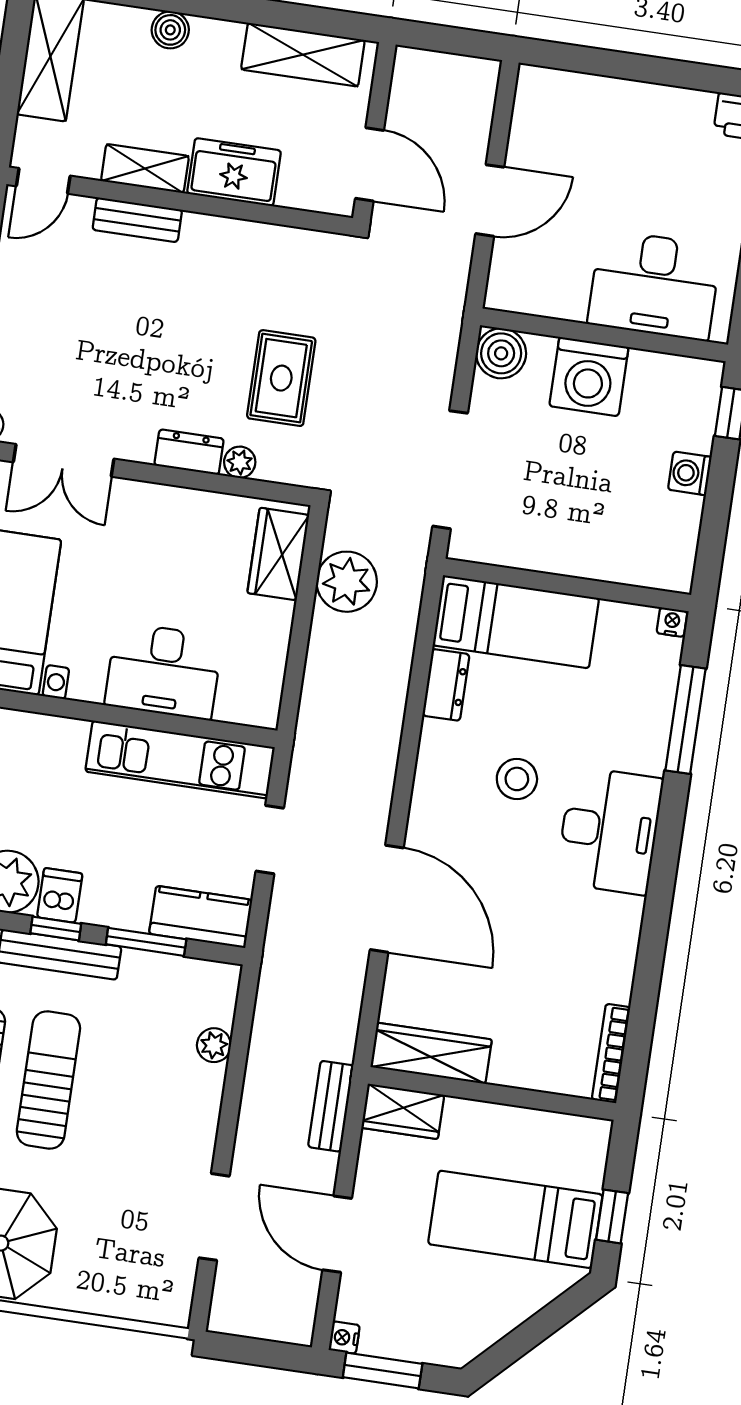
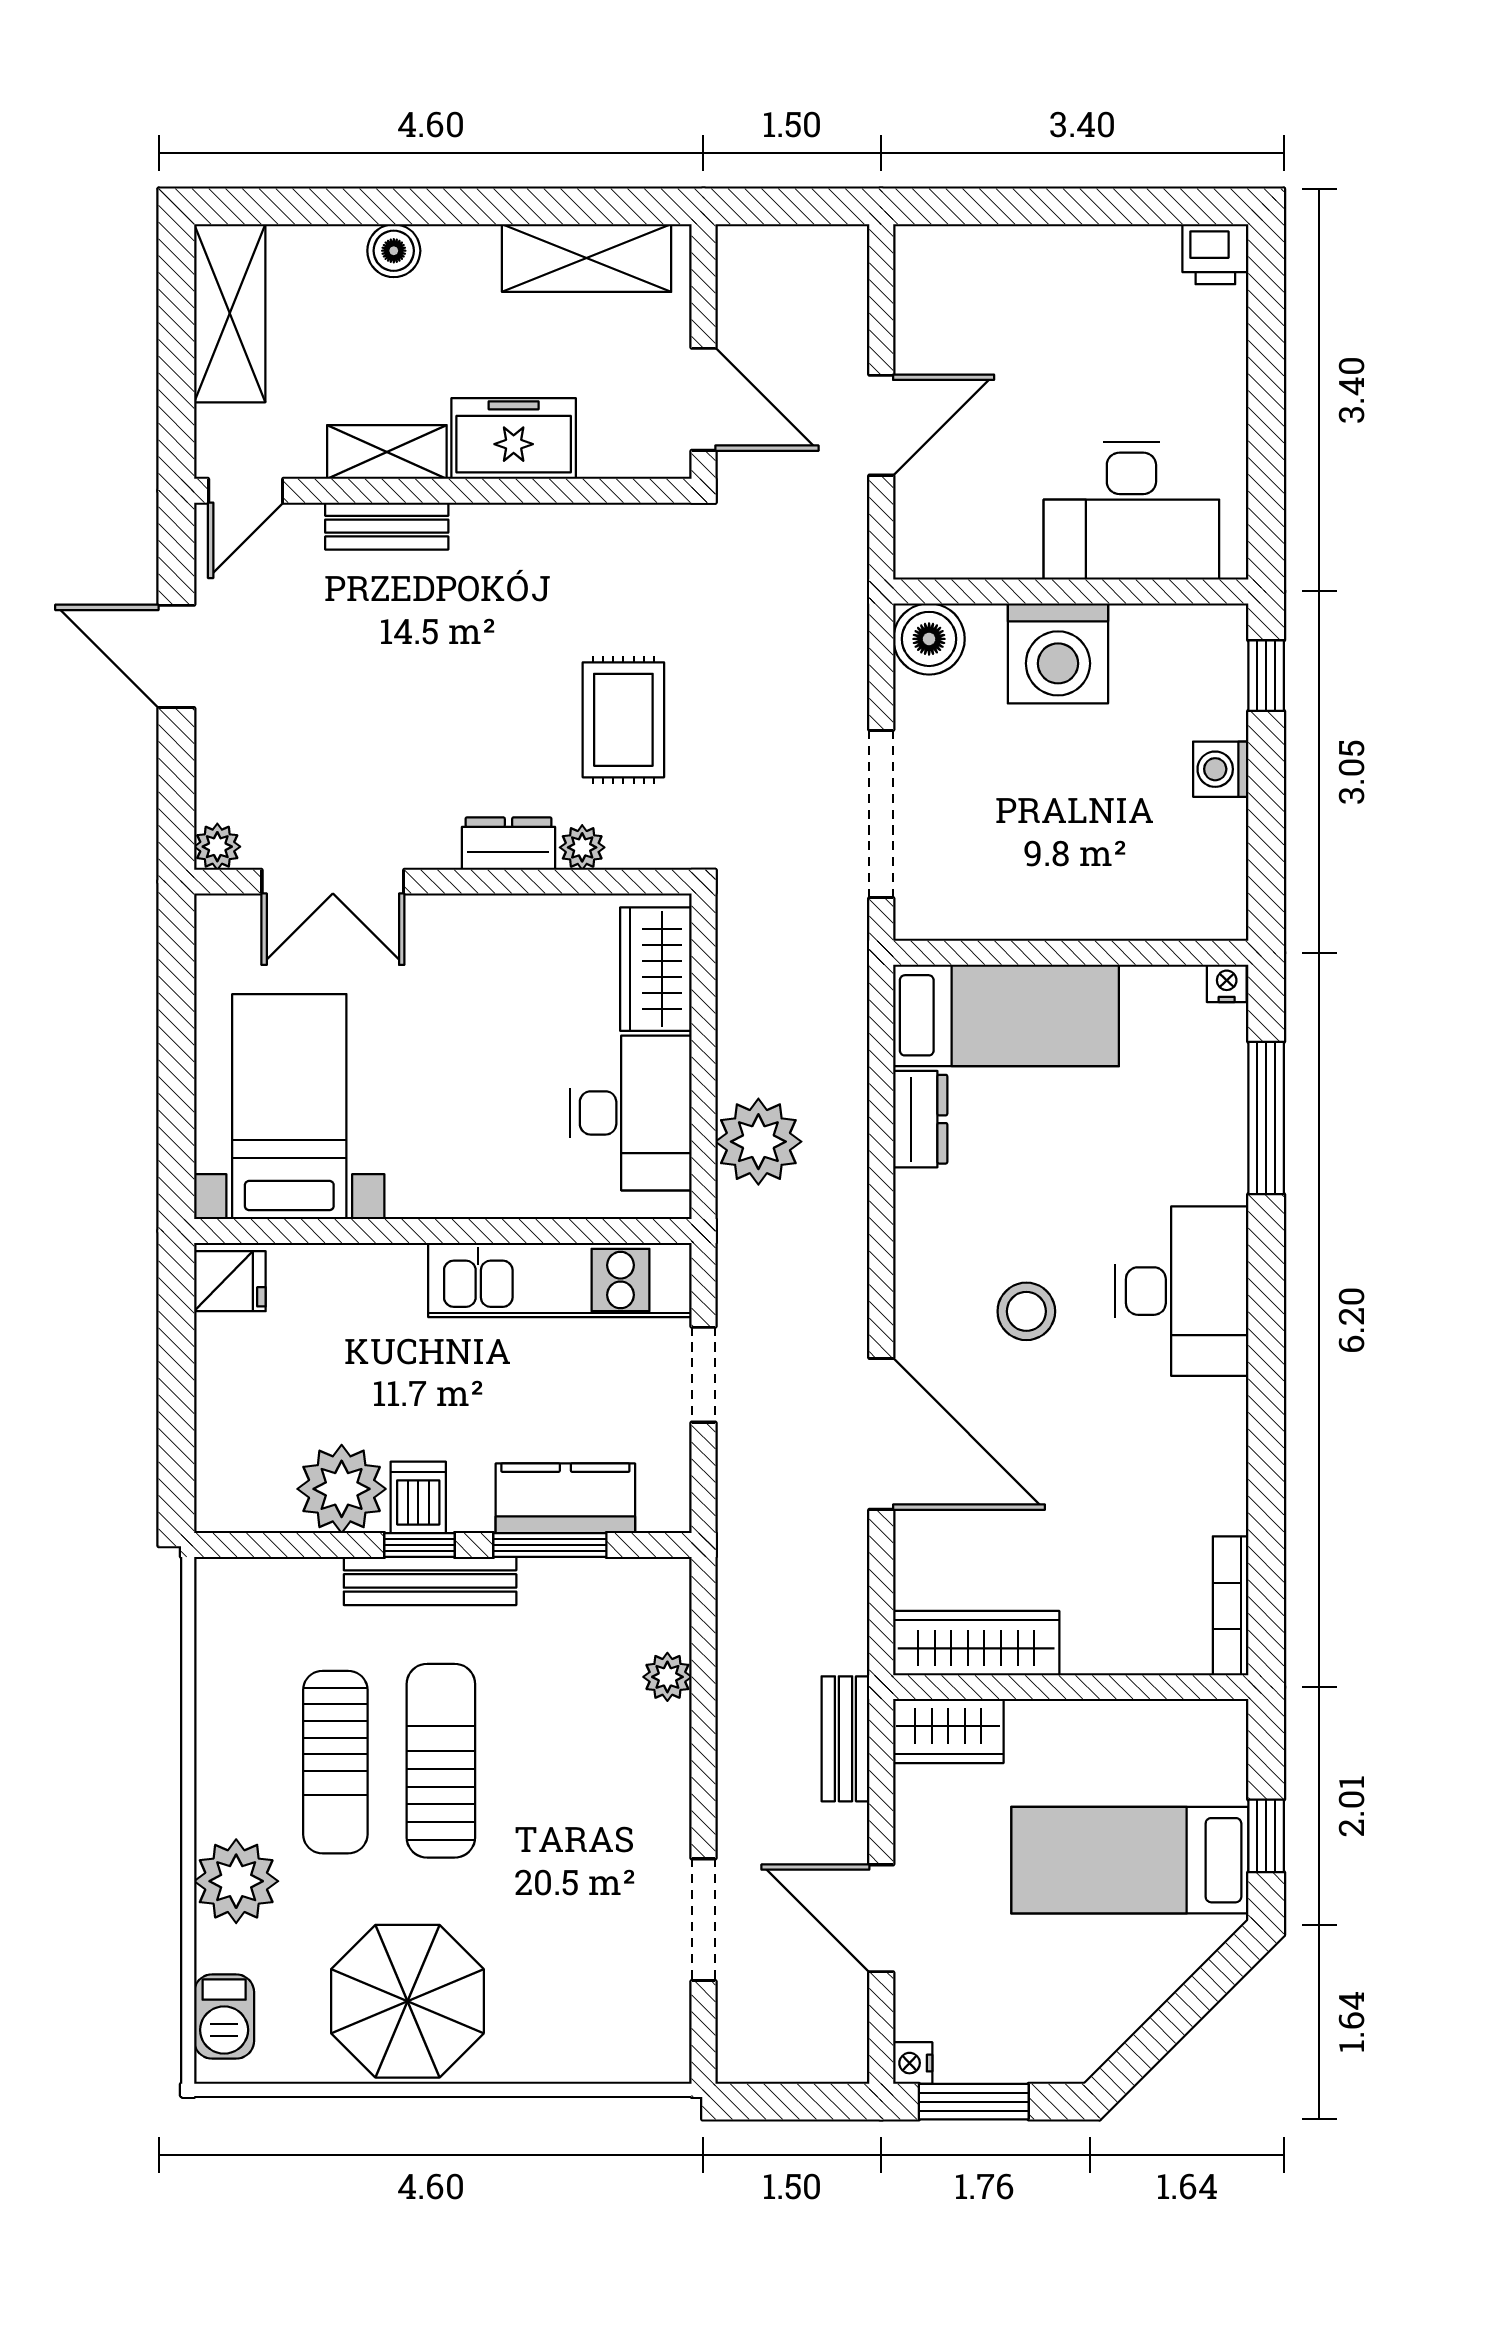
plant: (347, 582) -> (758, 1142), moved
desk: (164, 671) -> (631, 1113), moved, turned -90
stool: (517, 779) -> (1026, 1311), moved
kitchen counter: (201, 917) -> (565, 1498), moved

